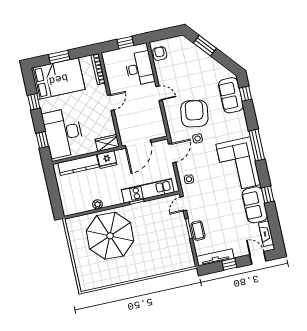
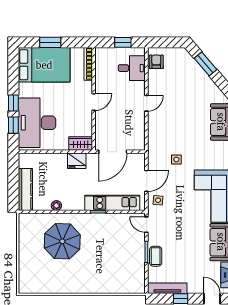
desk: (140, 68) -> (132, 68), width x0.73
door: (159, 93) -> (146, 103), hinge flipped
window: (34, 102) -> (13, 103), moved
armchair: (194, 114) -> (179, 133), removed
door: (172, 153) -> (146, 181), moved
kitchen counter: (78, 165) -> (25, 190), moved, turned -90
door: (183, 204) -> (146, 225), hinge flipped
parasol: (110, 236) -> (62, 241), width x0.73, depth x0.73

